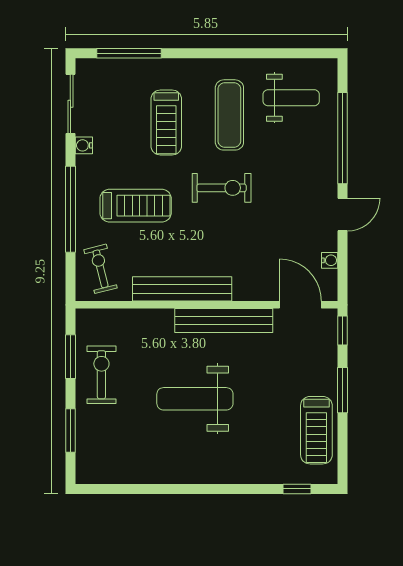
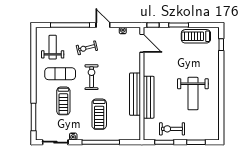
treadmill: (166, 123) -> (63, 101), turned 90
treadmill: (136, 206) -> (99, 114), turned 180
exercise bike: (101, 269) -> (87, 48), moved
door: (300, 305) -> (142, 43), swing flipped
bench: (224, 321) -> (149, 97), moved
weight bench: (195, 399) -> (193, 94), moved
treadmill: (316, 430) -> (196, 36), turned 180

